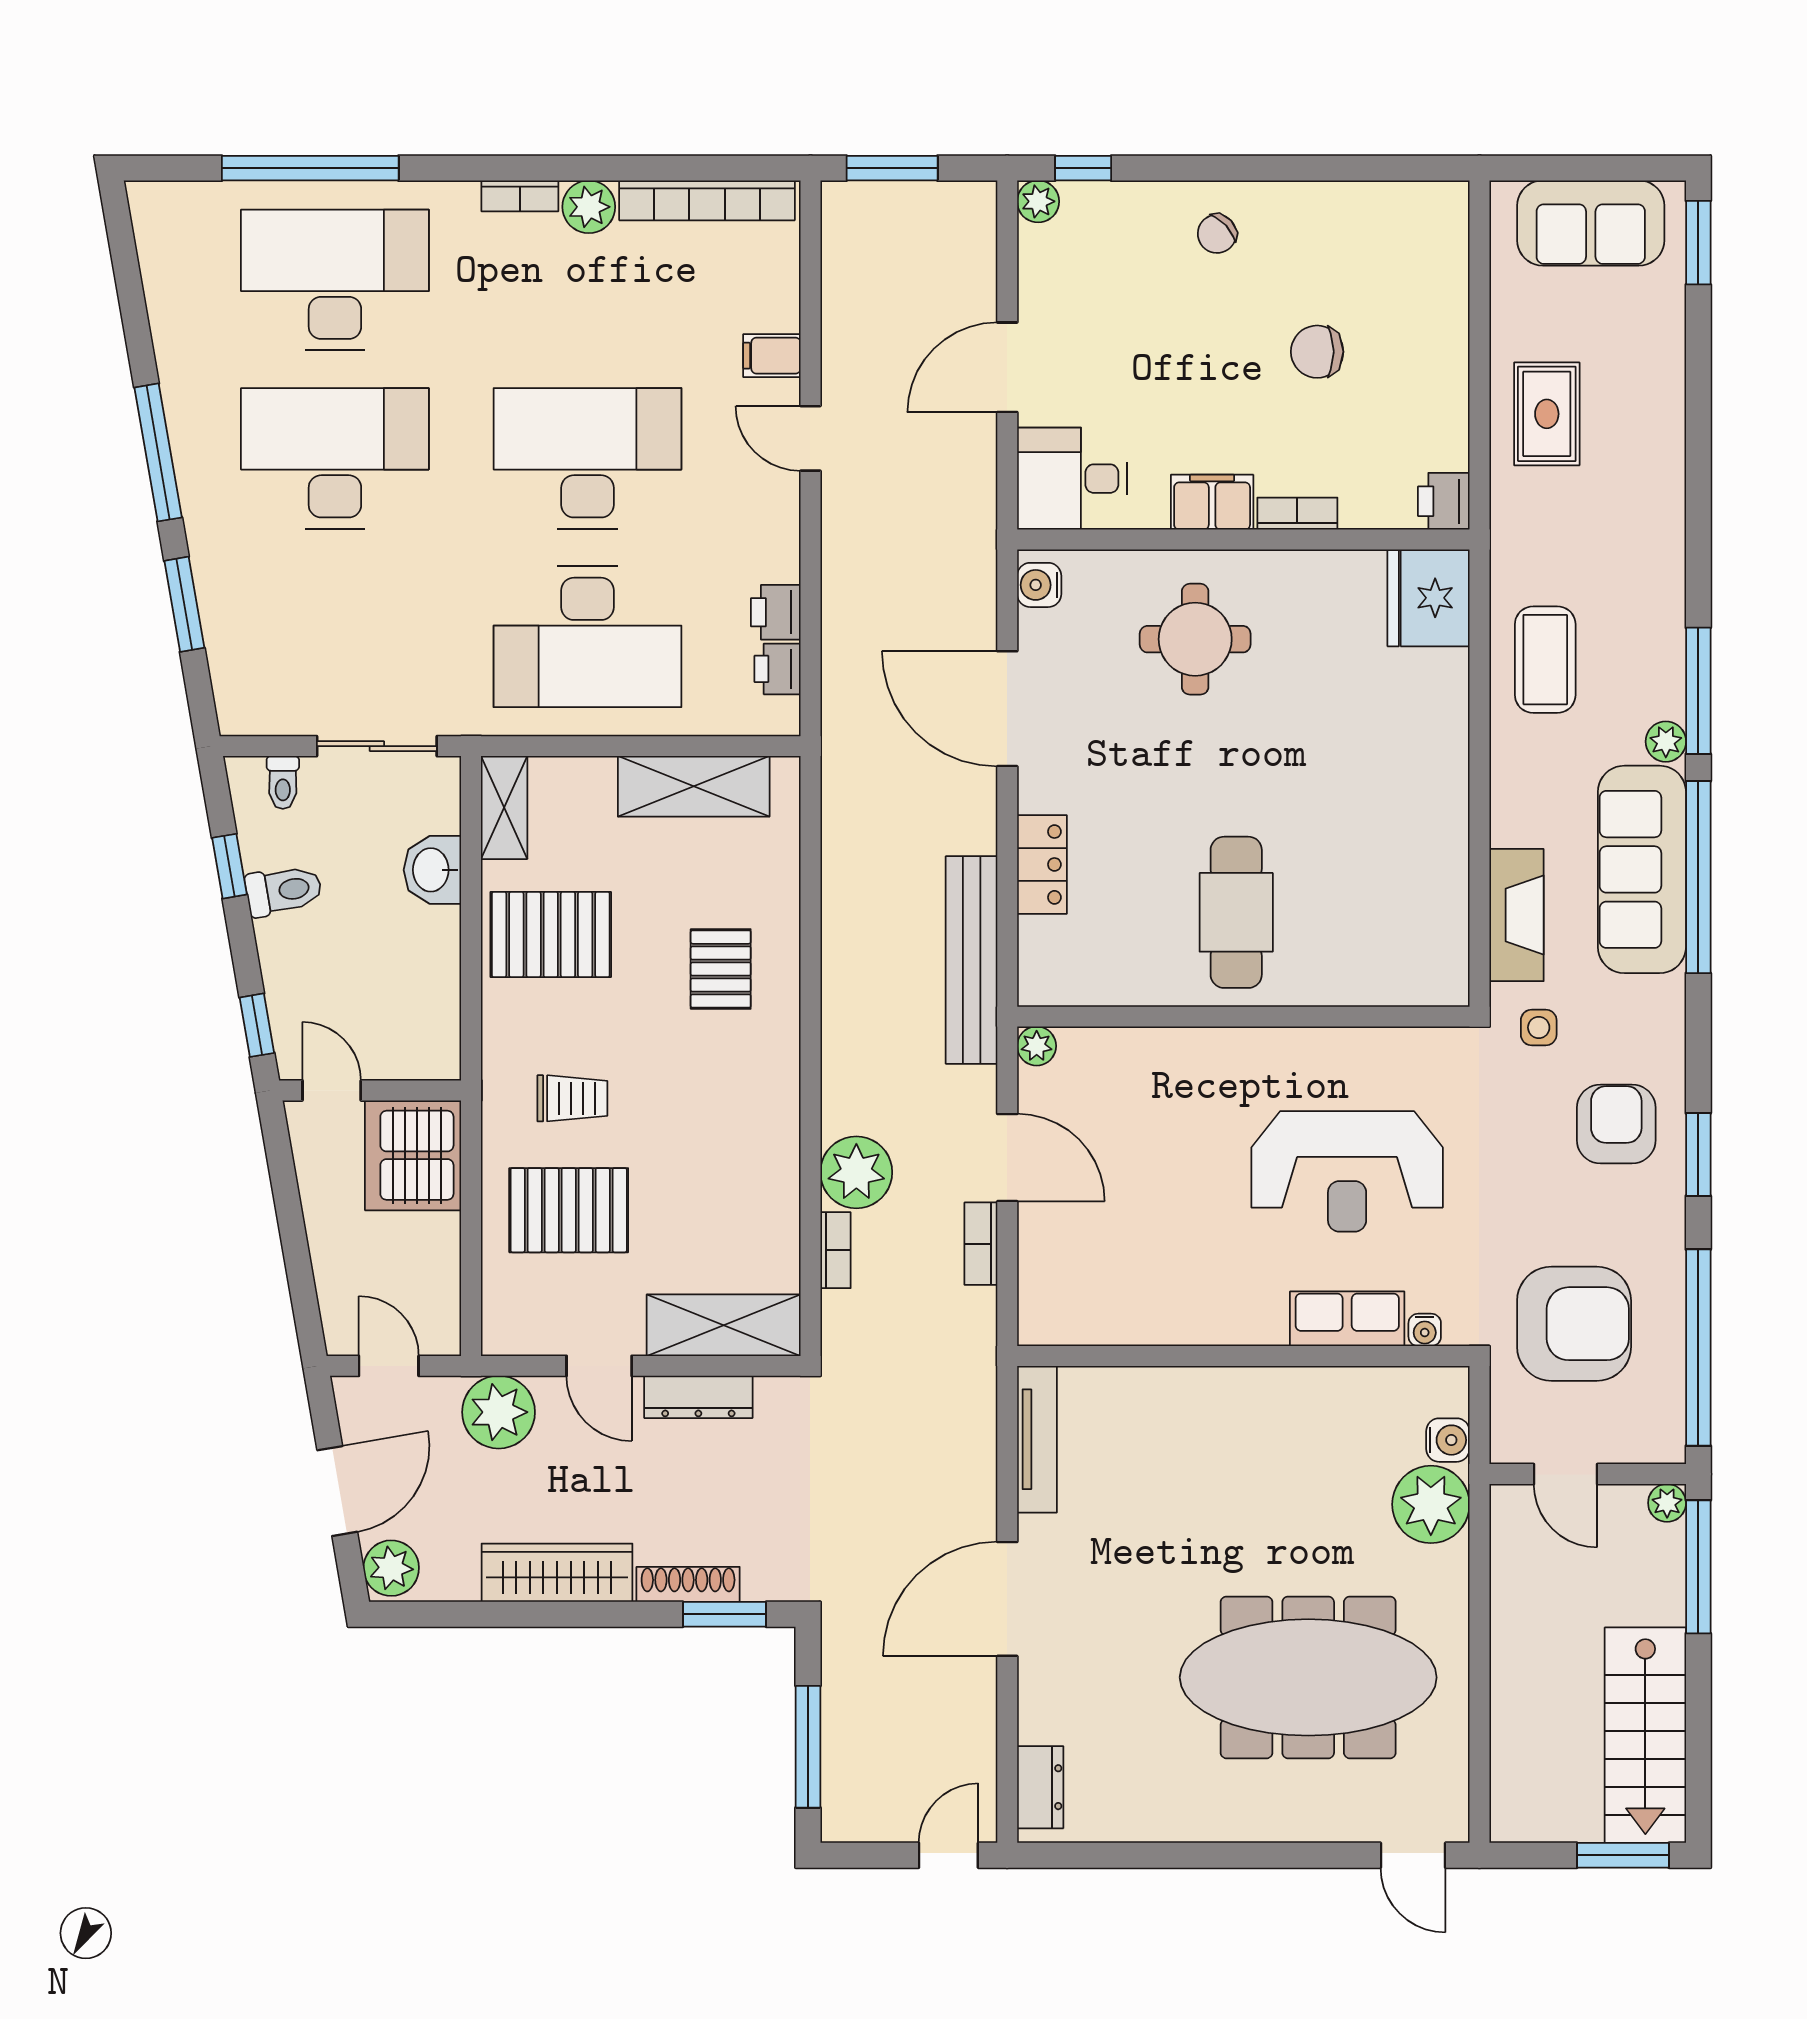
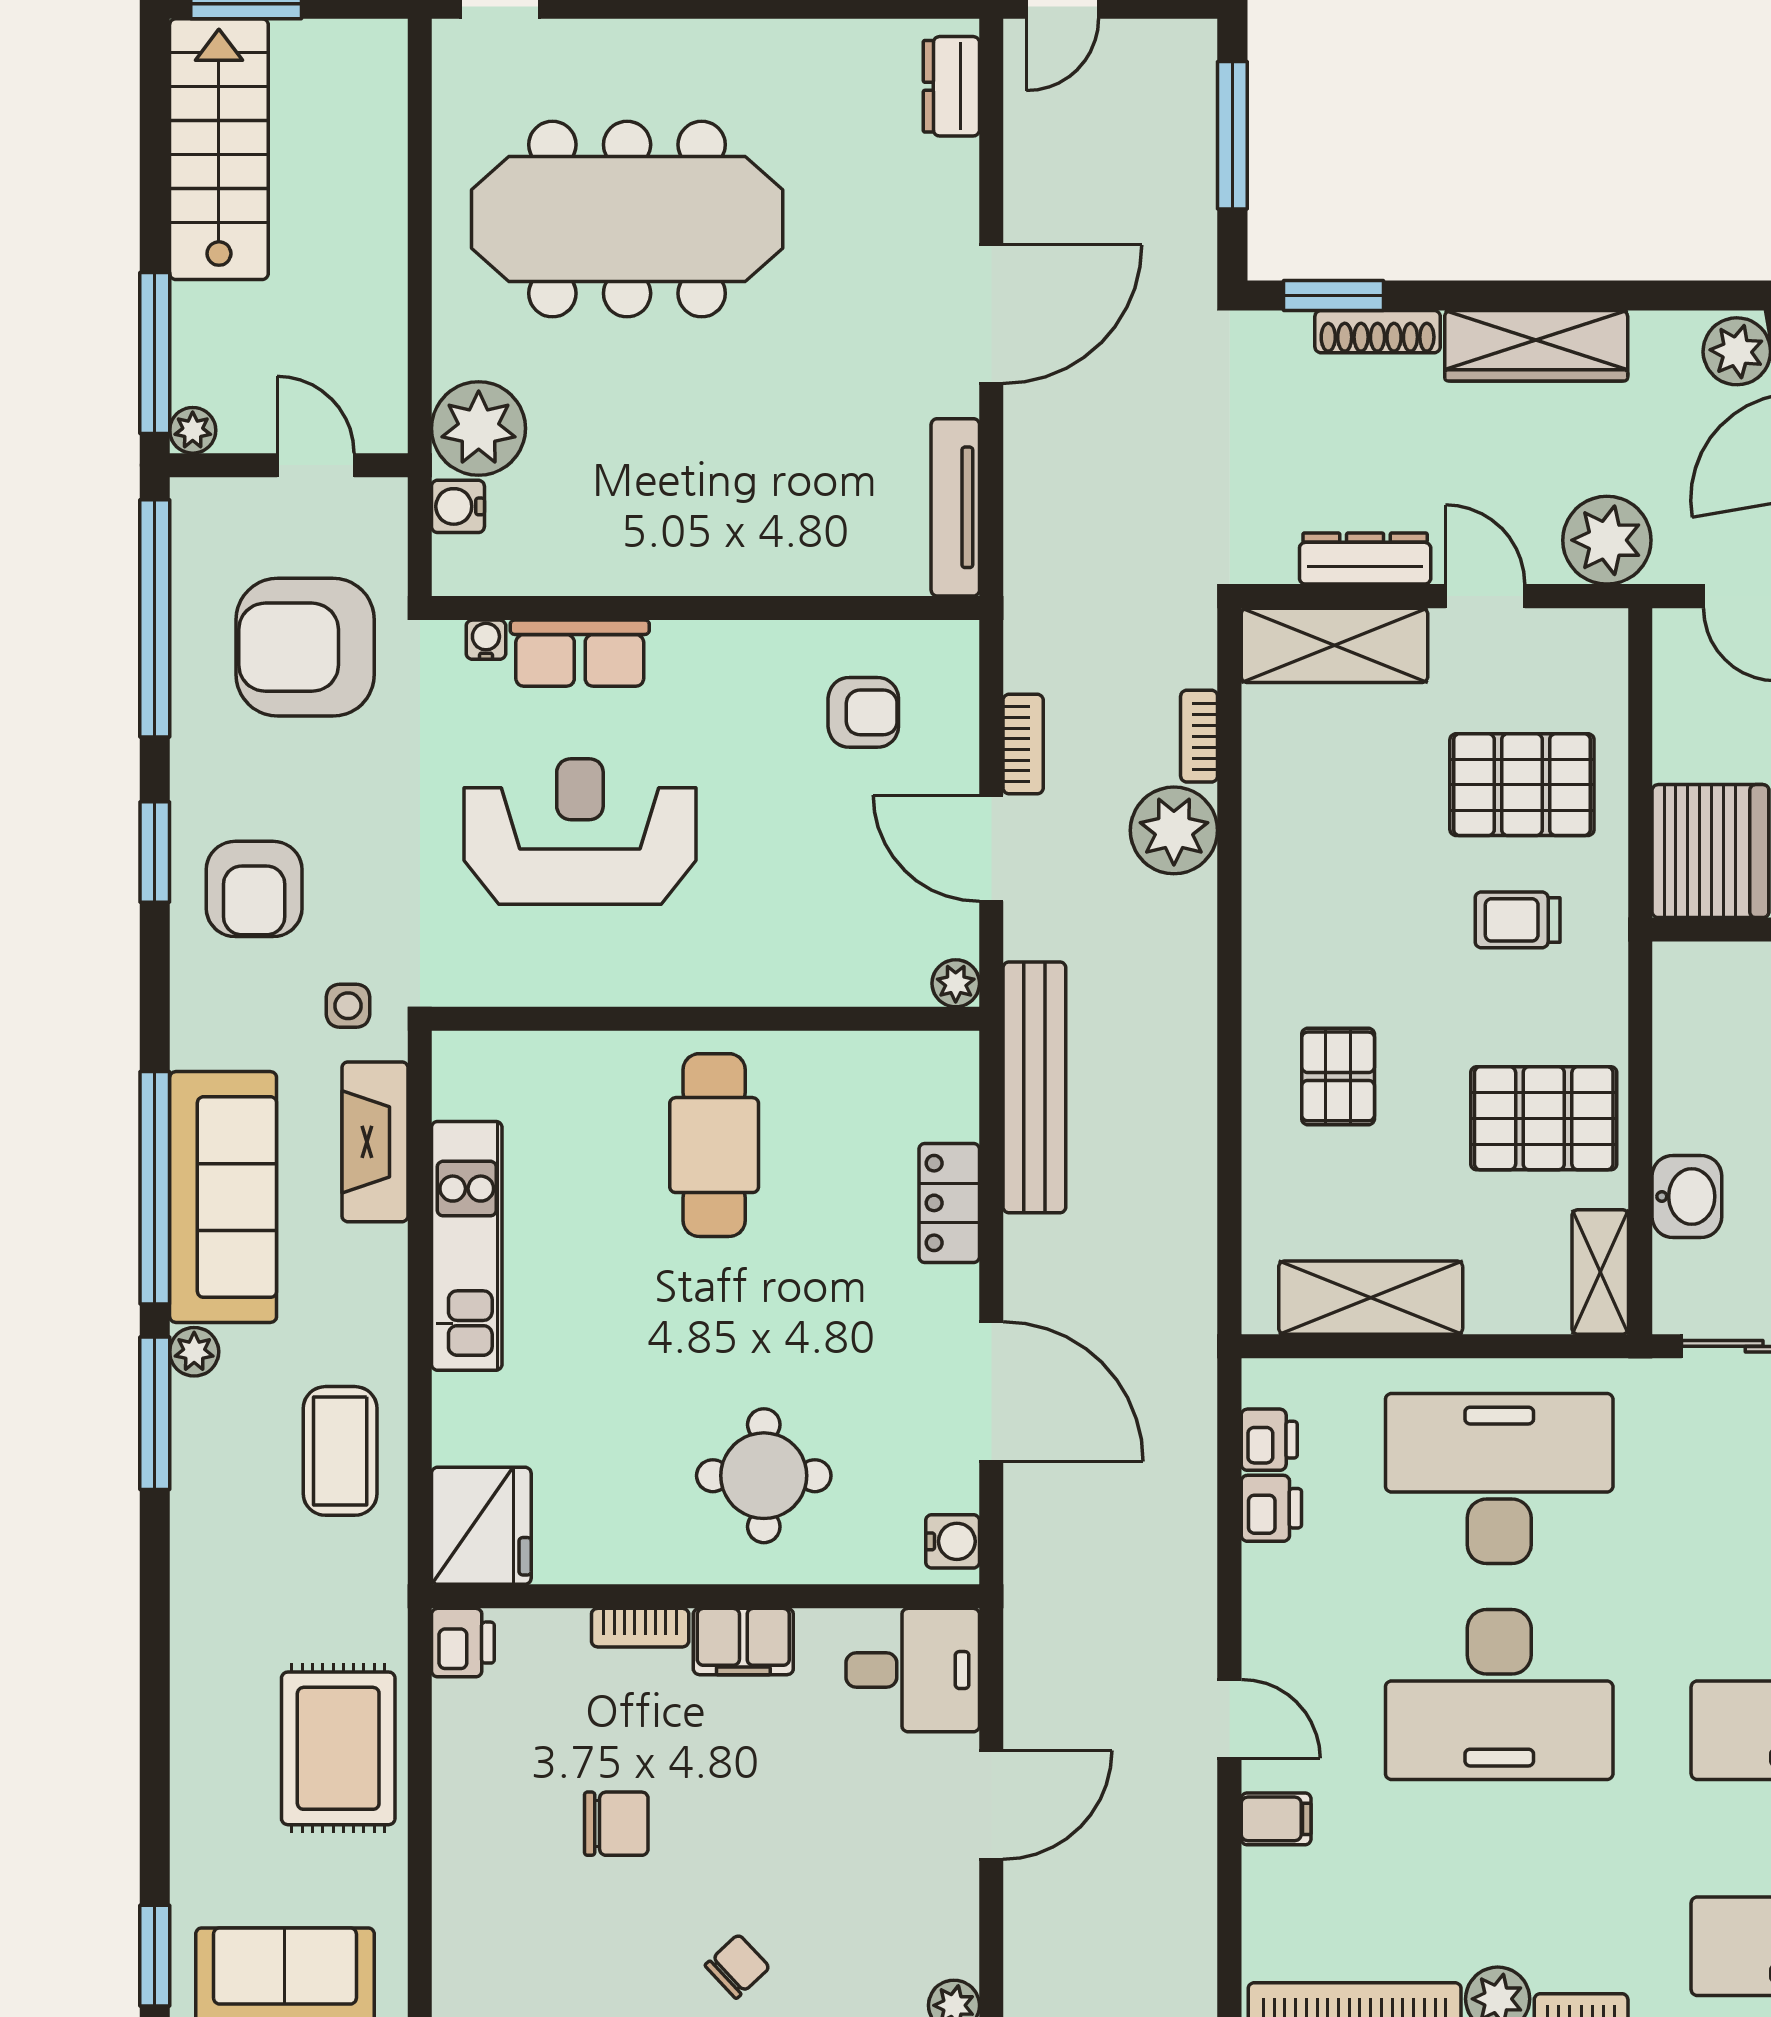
rug: (1547, 414) -> (338, 1748), width x1.36, depth x1.43
kitchen unit: (1441, 829) -> (467, 1246), added
armchair: (1113, 1270) -> (863, 712), added

